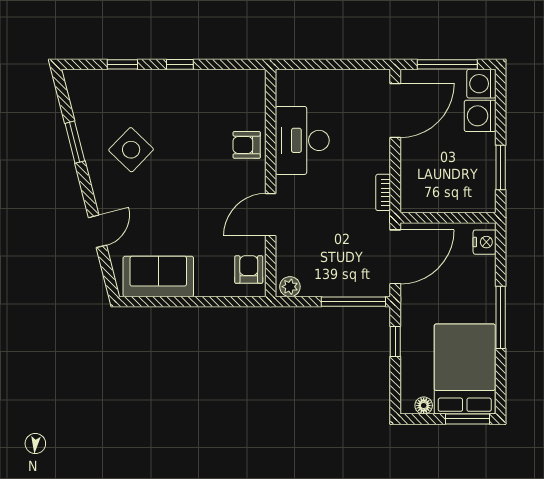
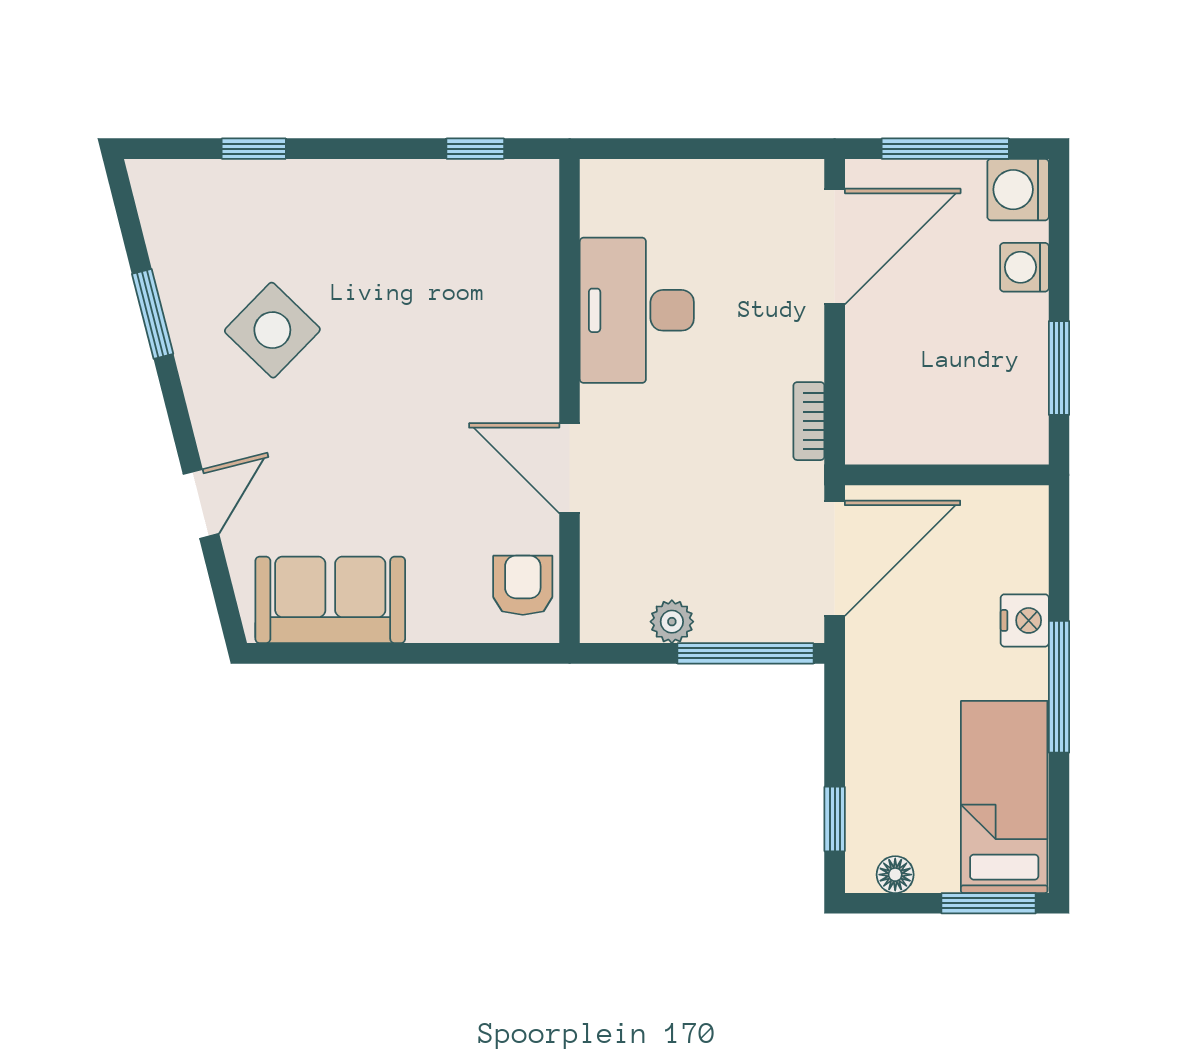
window: (180, 64) -> (475, 149), moved
washing machine: (480, 116) -> (1024, 267), width x0.73, depth x0.73
armchair: (247, 145) -> (519, 320), removed
door: (271, 215) -> (570, 468), hinge flipped
nightstand: (485, 242) -> (1025, 620), moved
plant: (290, 287) -> (672, 622), moved
window: (395, 341) -> (835, 819), moved
bed: (465, 369) -> (1004, 797), width x0.67

